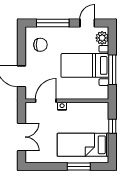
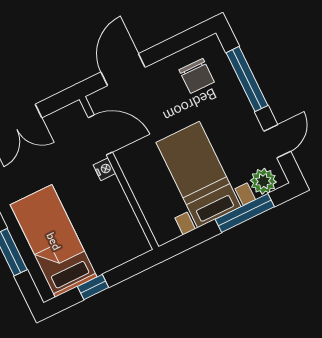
door: (87, 23) -> (277, 141), hinge flipped
window: (112, 70) -> (245, 213), moved
window: (112, 126) -> (93, 287), moved

